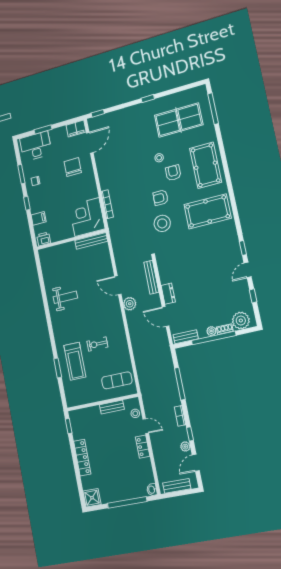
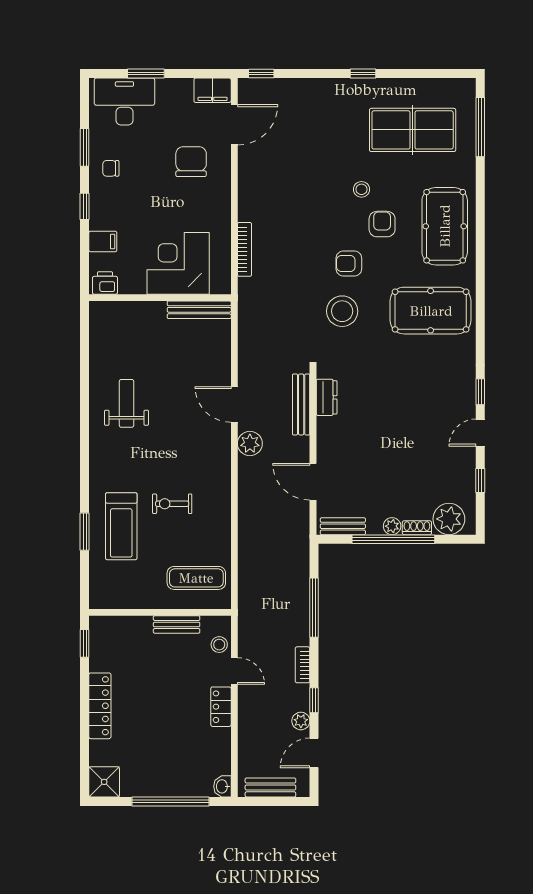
corner desk: (87, 217) -> (178, 263), moved
dresser: (168, 294) -> (327, 397), moved
weight bench: (65, 297) -> (127, 403), turned -90

